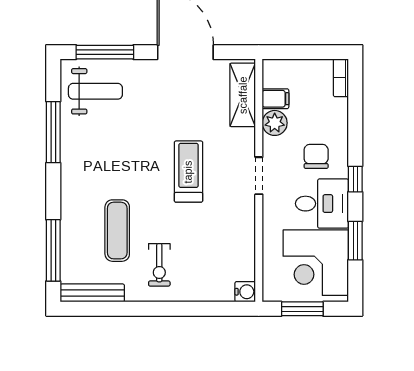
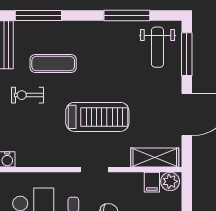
plant: (275, 123) -> (170, 181), moved
treadmill: (188, 172) -> (97, 117), width x1.37, depth x1.38

